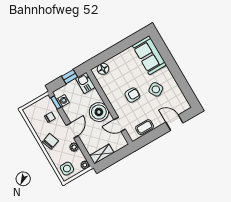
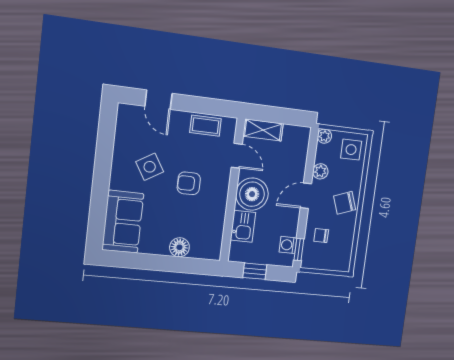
floor lamp: (103, 69) -> (179, 247), moved
kitchen sink: (85, 83) -> (243, 226), moved
shelving: (102, 154) -> (263, 130), moved

